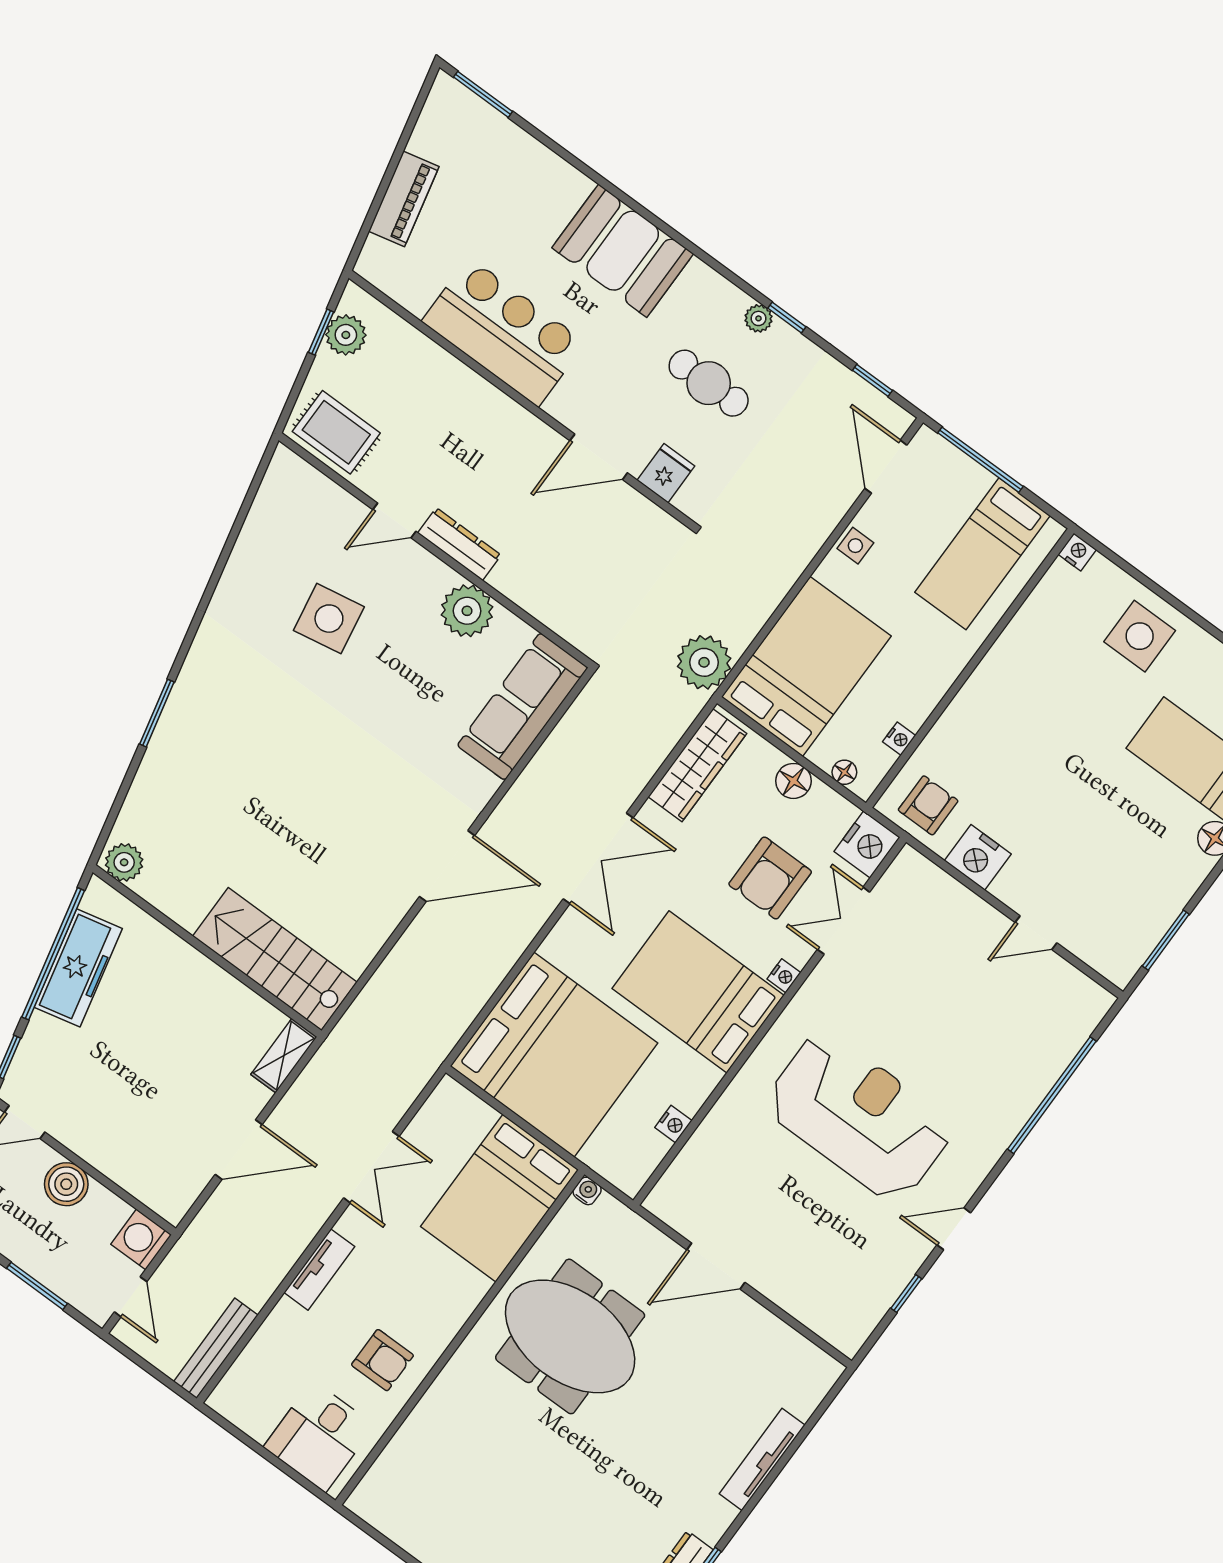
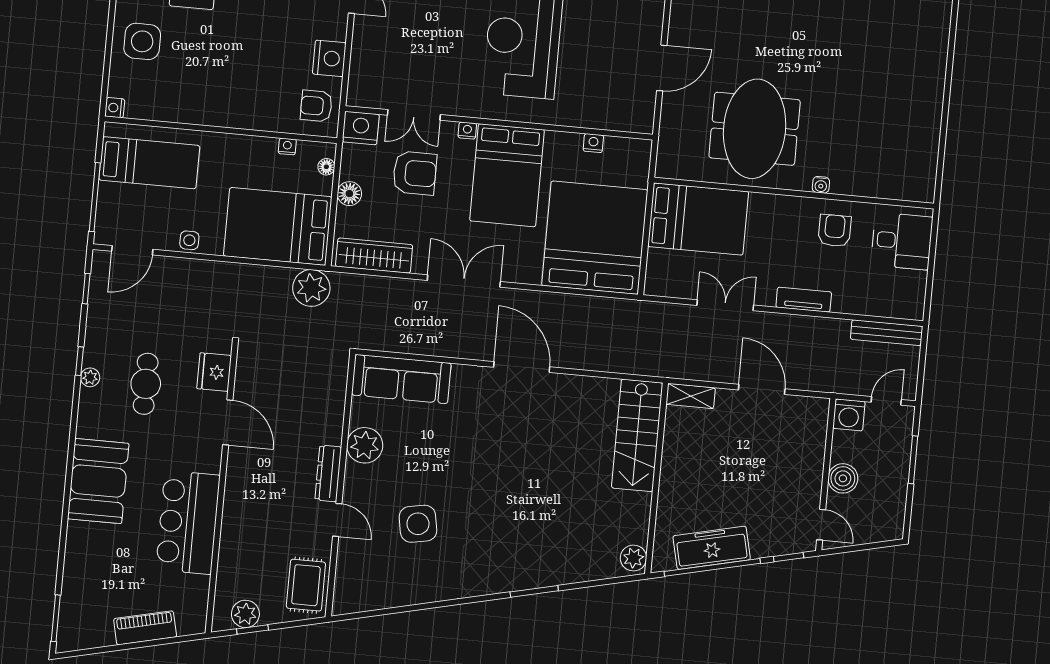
fridge: (666, 473) -> (214, 372), width x1.38
water cooler: (587, 1191) -> (821, 185), moved, turned -90
door: (716, 1266) -> (662, 68), hinge flipped

